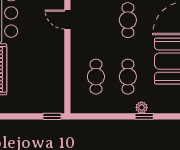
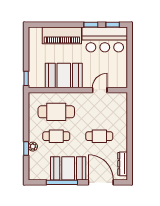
booth: (48, 67) -> (64, 75), added
cafe table: (96, 77) -> (56, 112), width x1.37, depth x1.35

